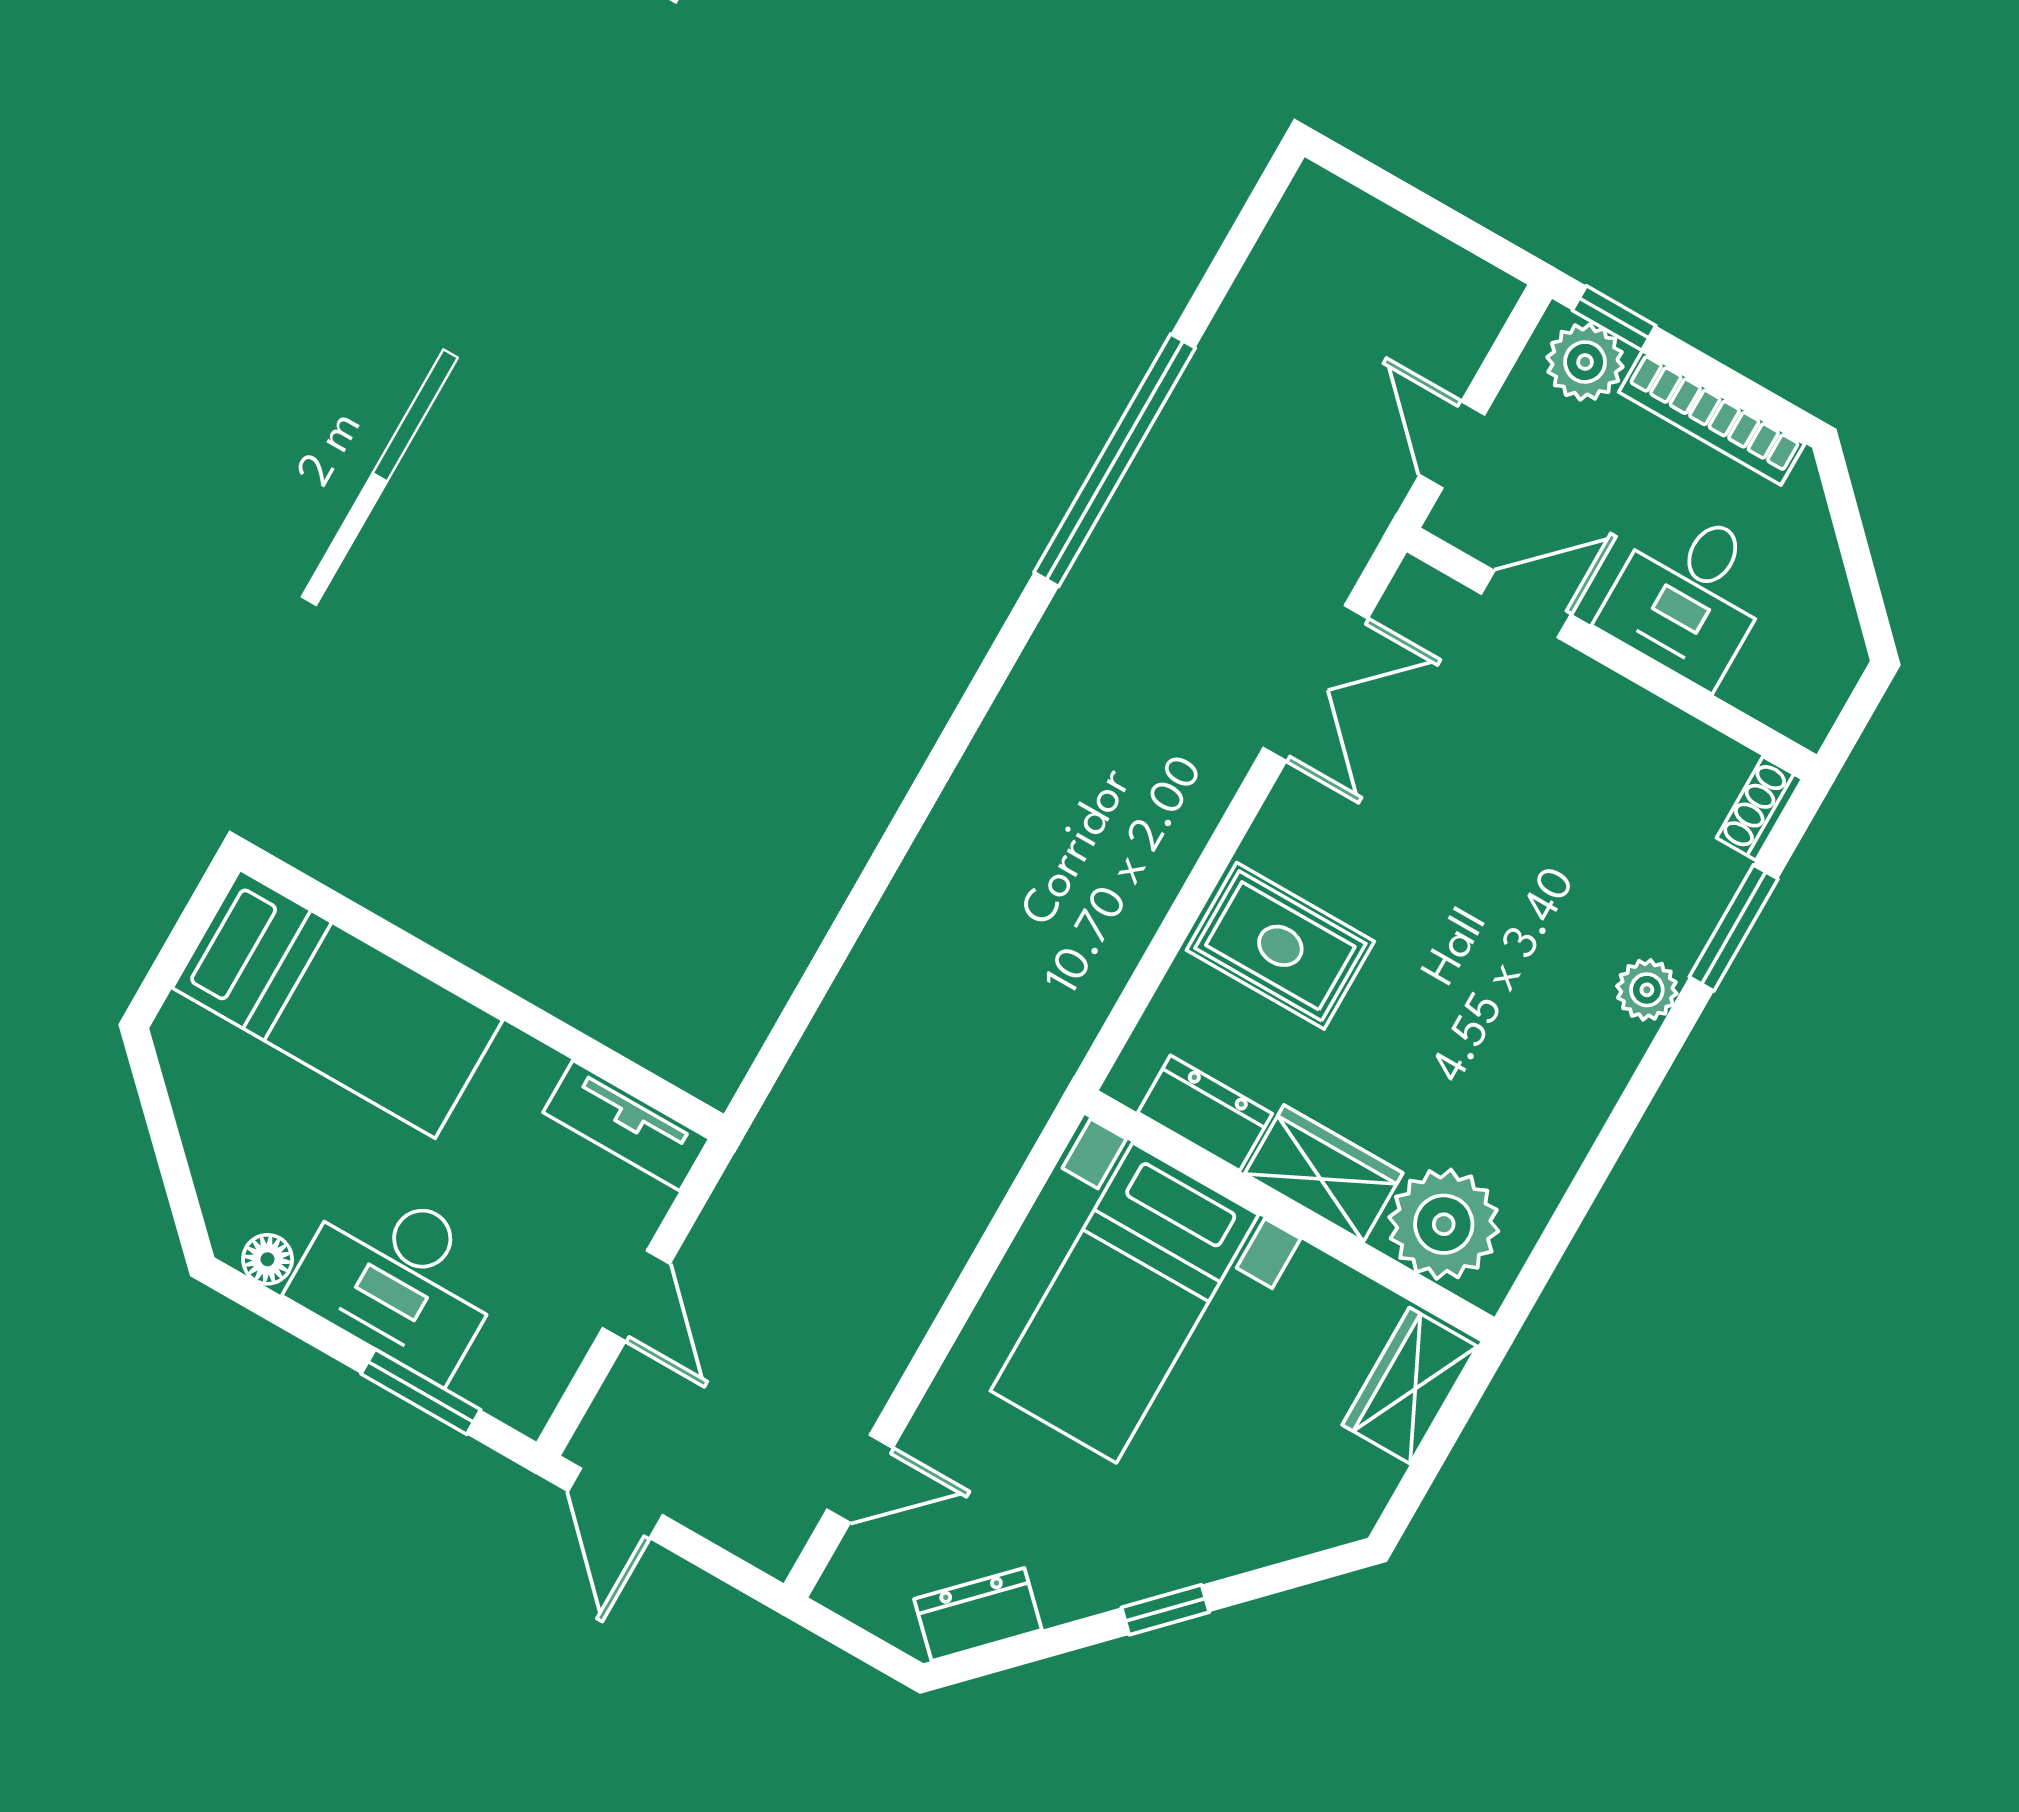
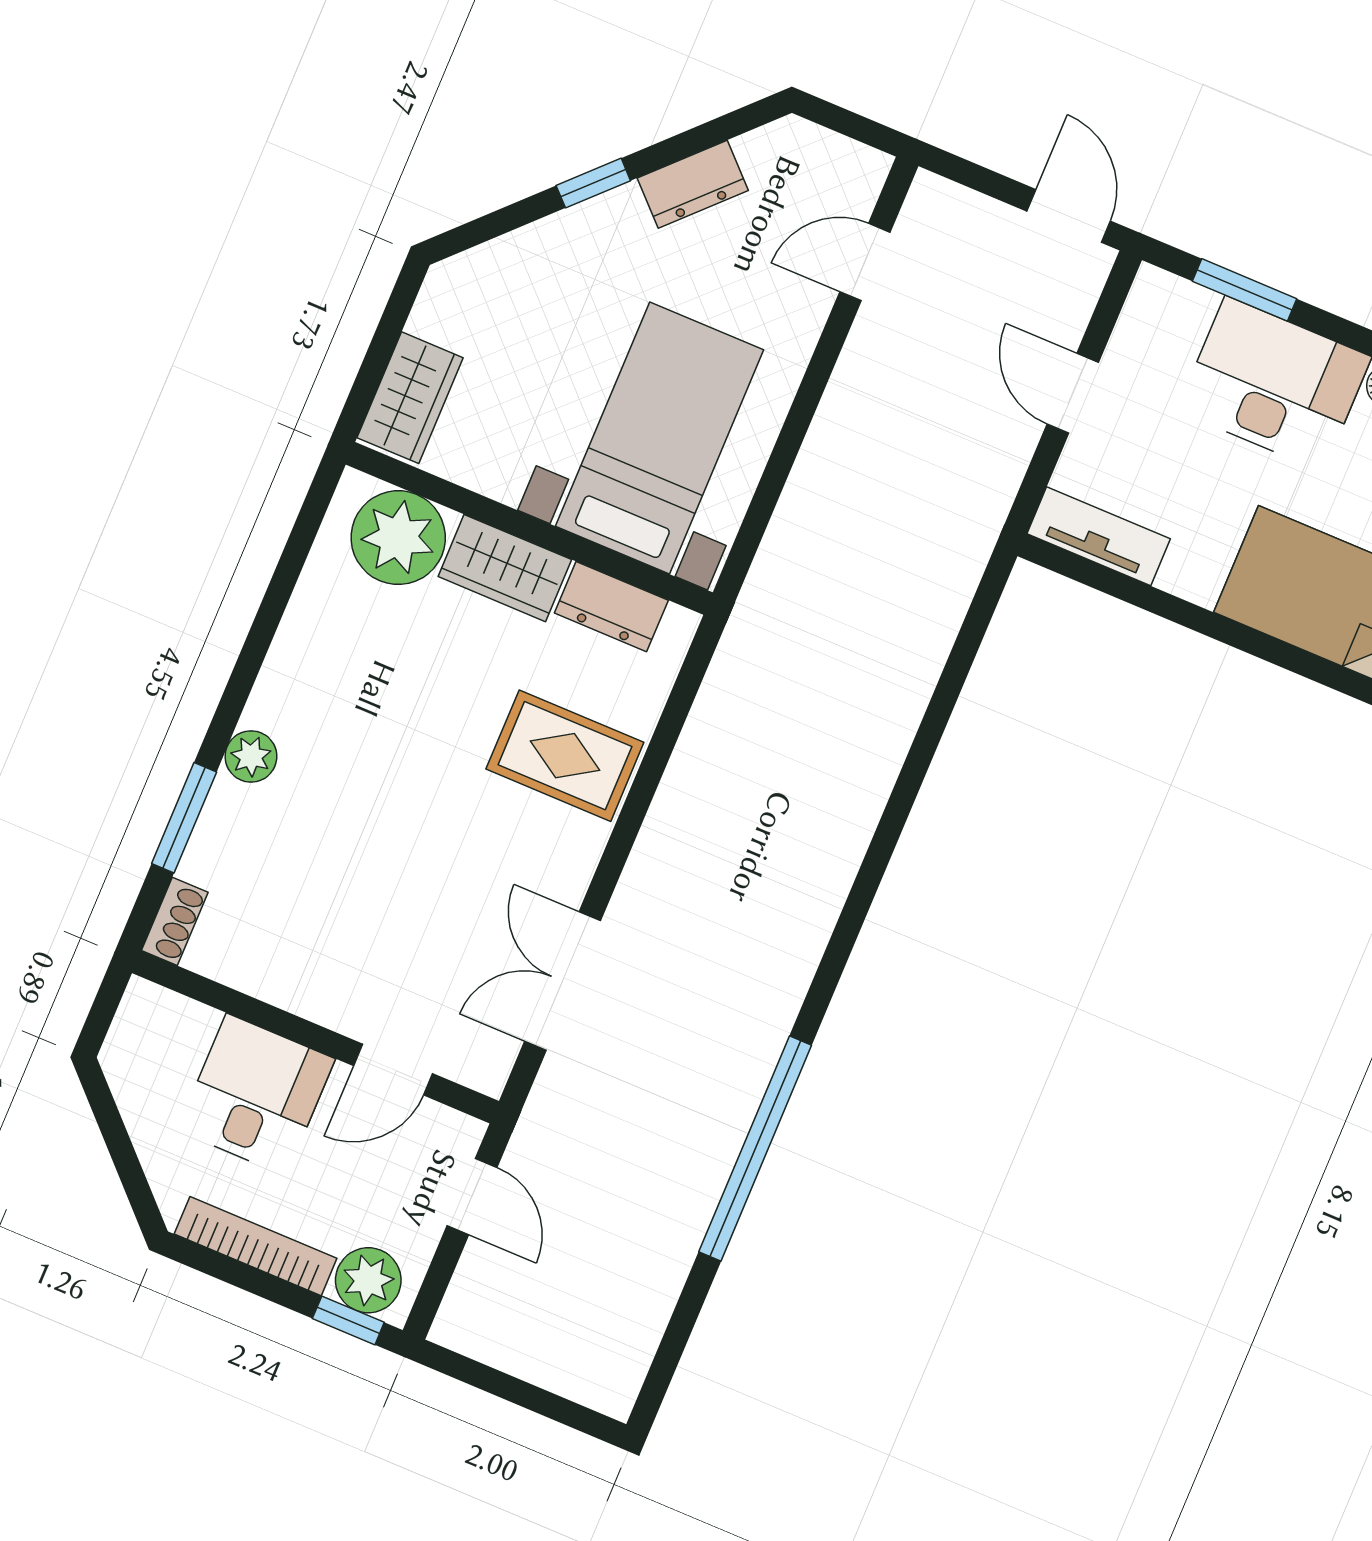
dresser: (978, 1614) -> (693, 184), moved

